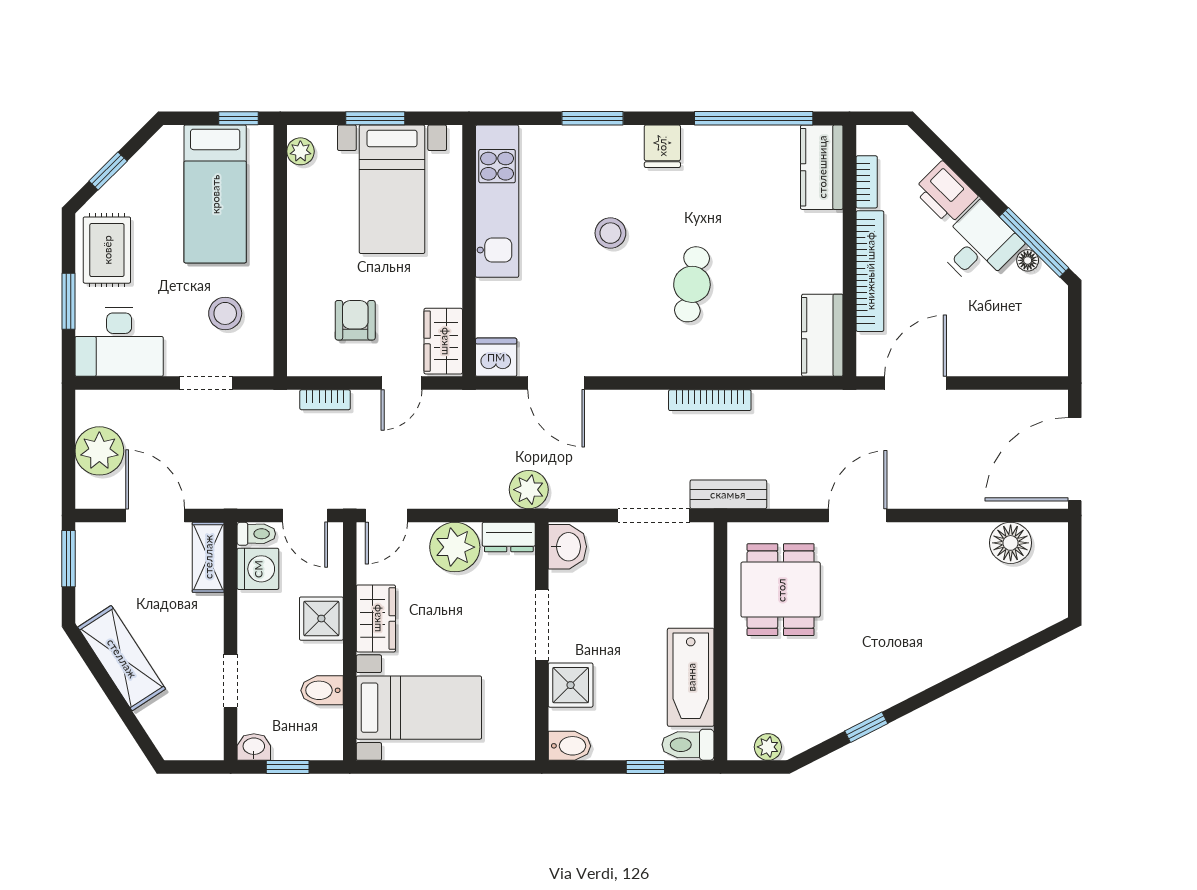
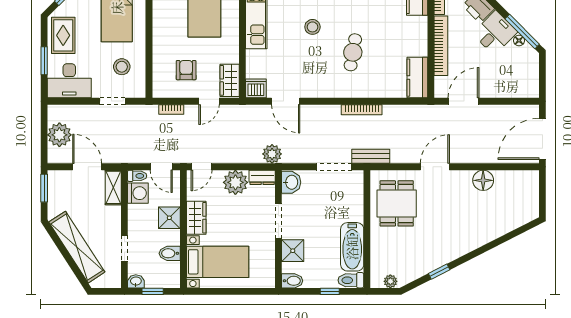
floor lamp: (1011, 543) -> (483, 180), moved
shelving: (122, 658) -> (77, 247), width x1.47

